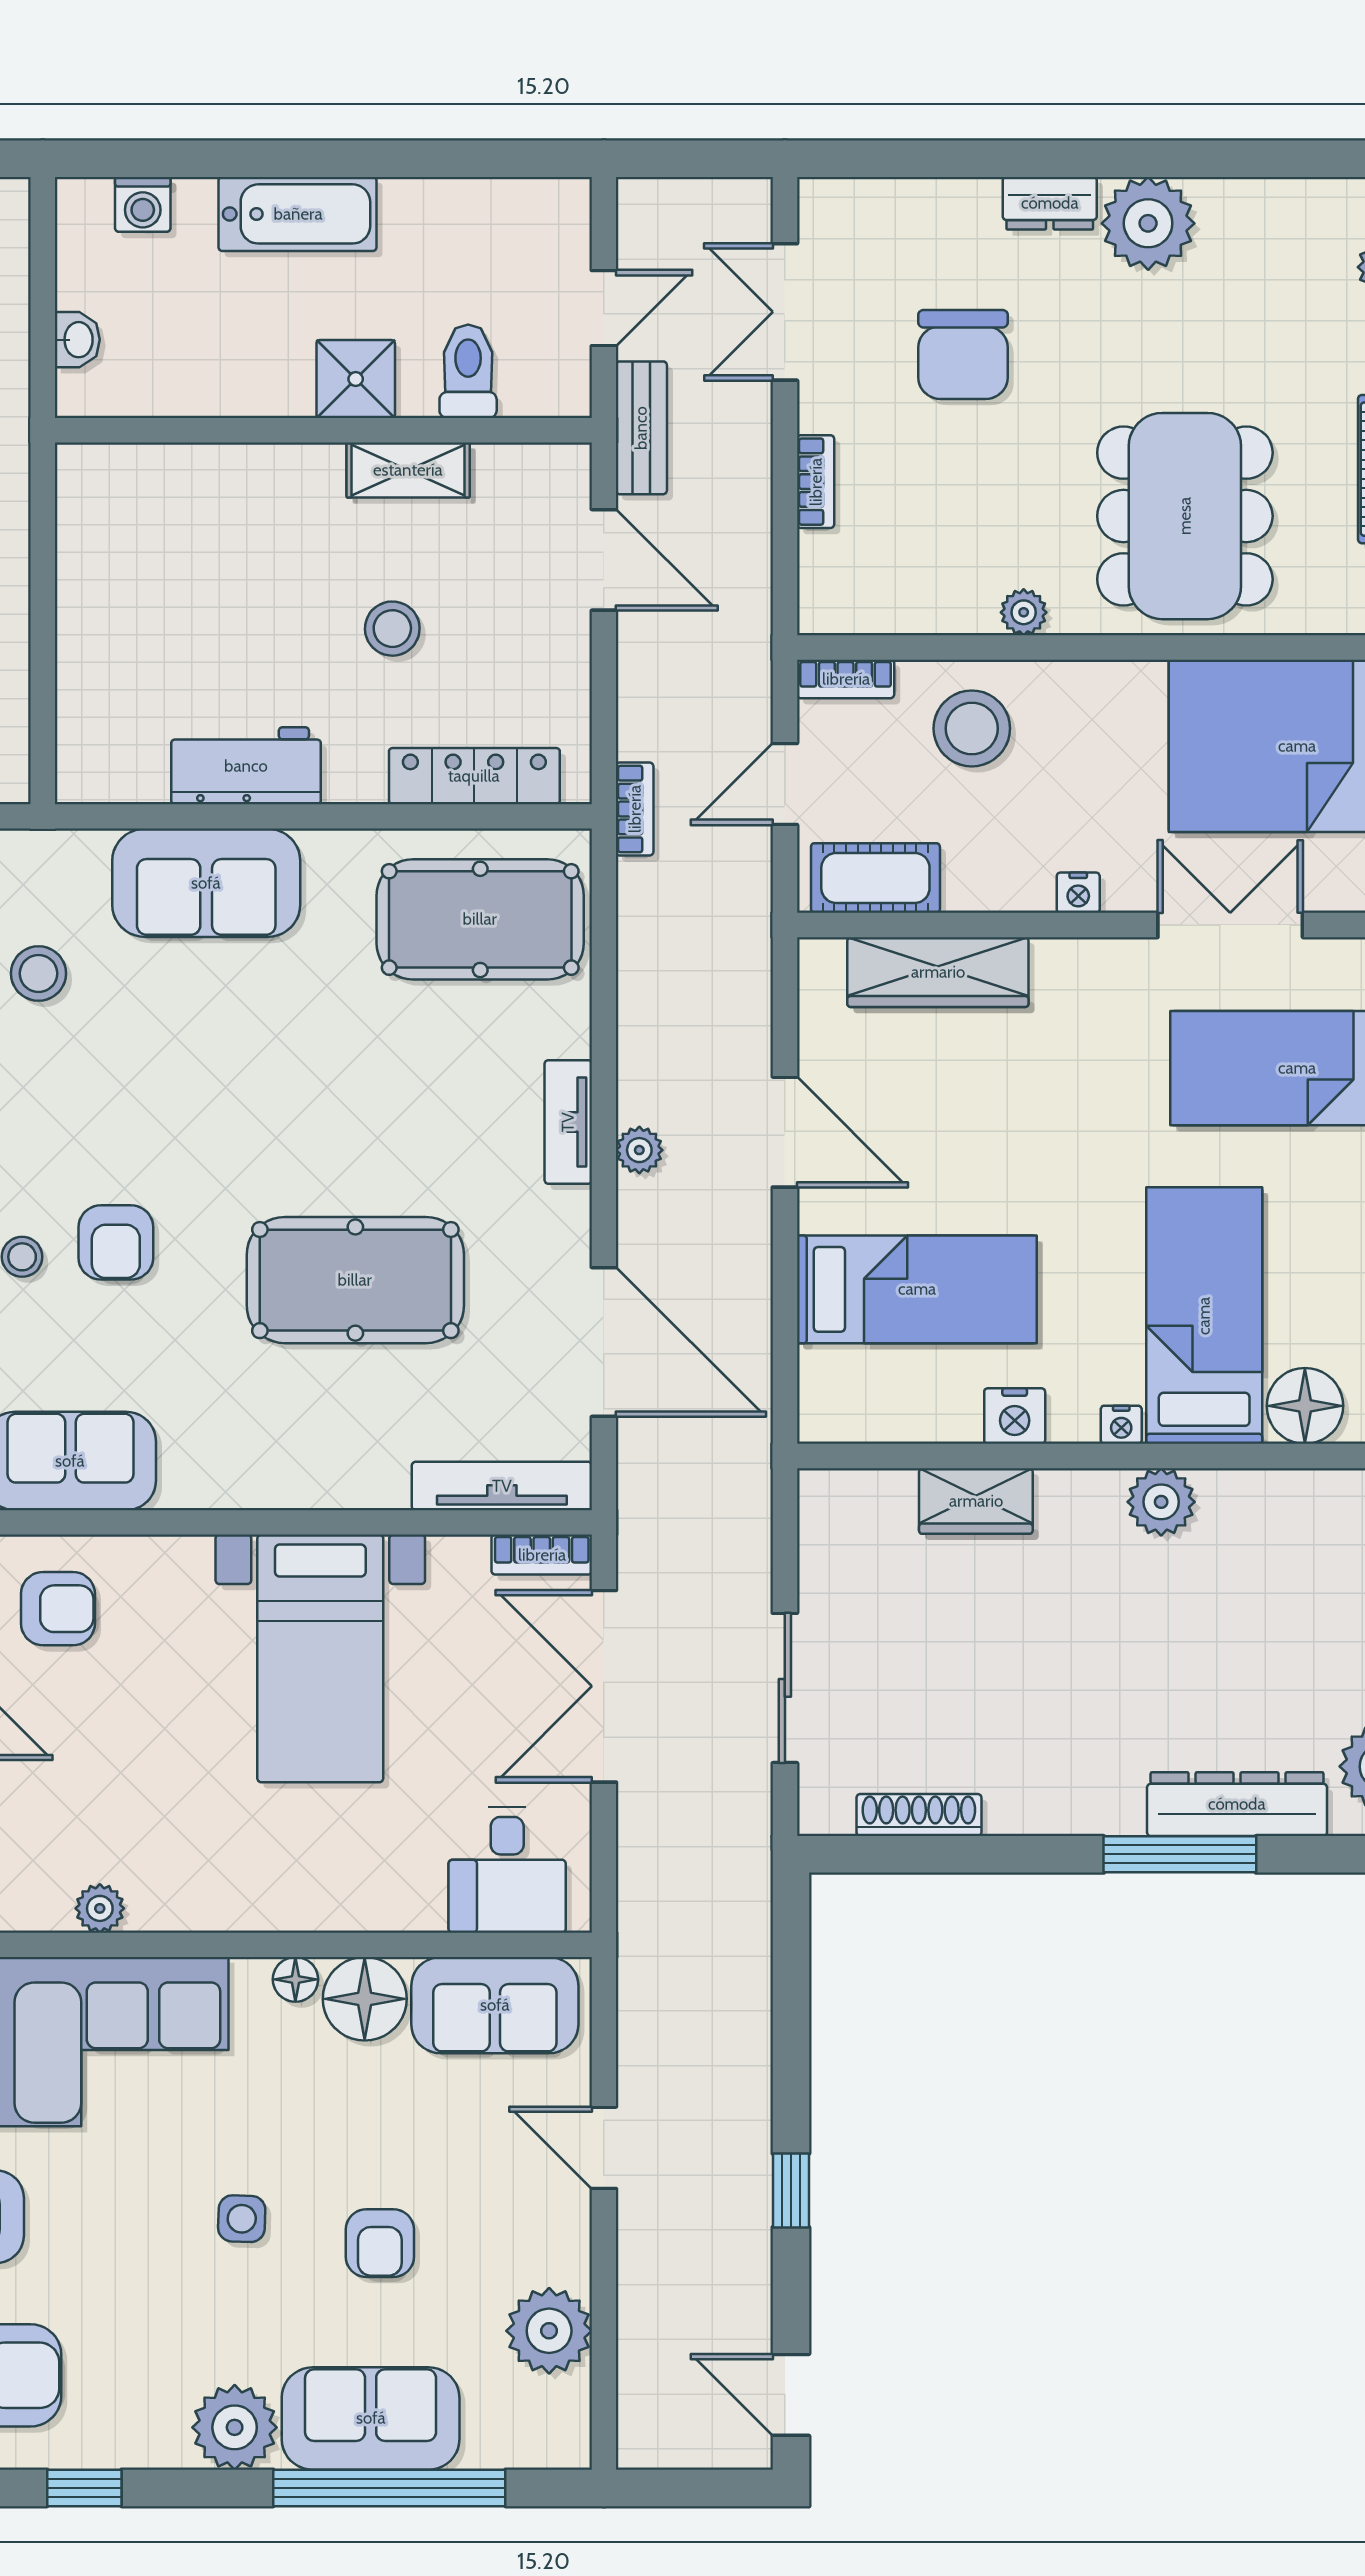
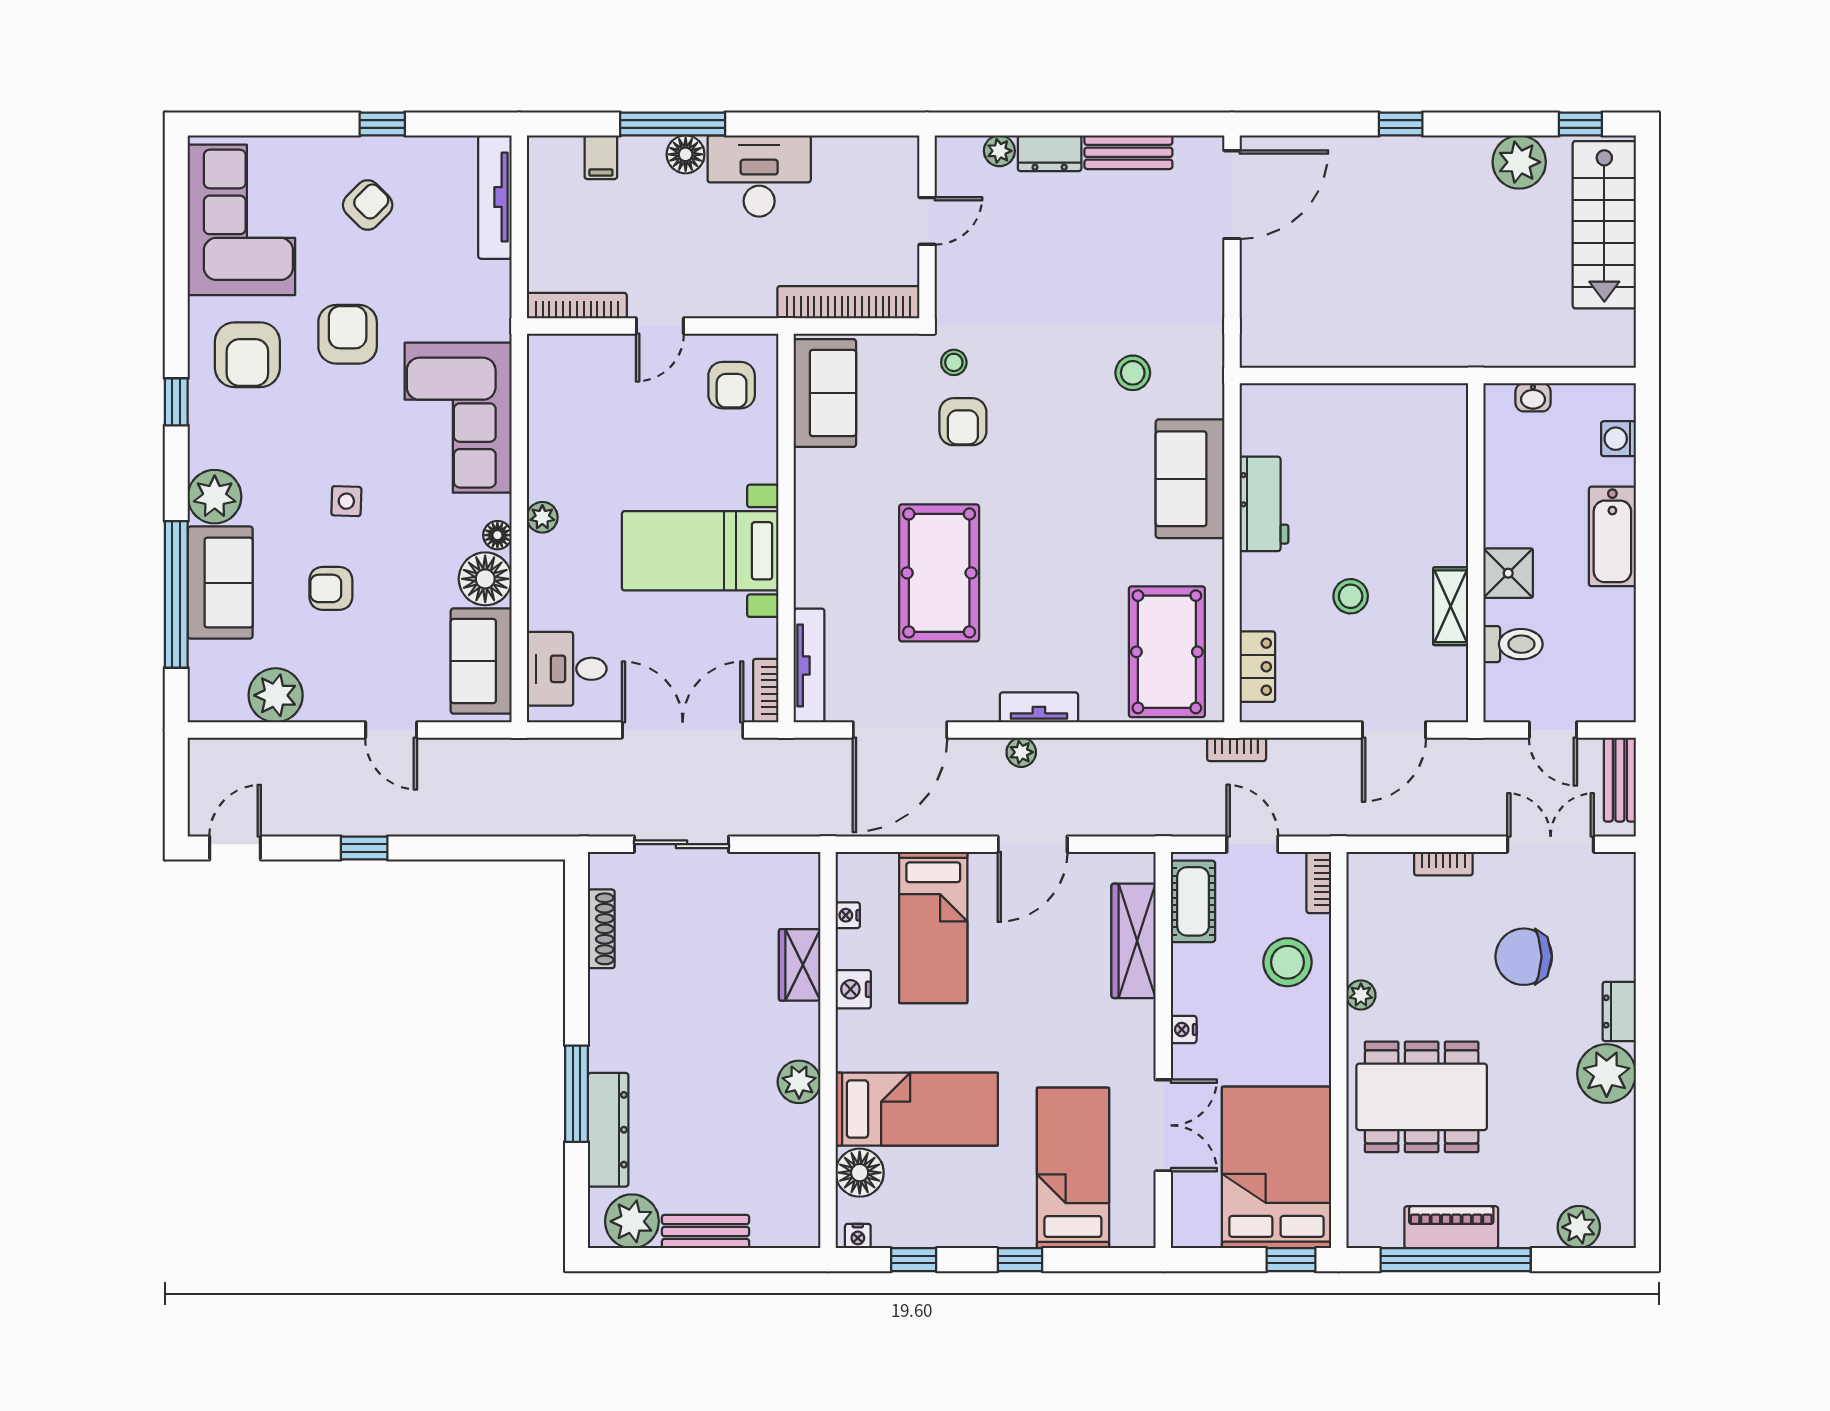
bench: (641, 428) -> (1620, 780), moved, turned 90
locker: (474, 776) -> (1257, 667), width x0.66
armchair: (116, 1242) -> (963, 422), turned -90
nightstand: (1121, 1425) -> (848, 915), moved
plant: (100, 1908) -> (542, 517), moved
door: (604, 2148) -> (391, 730), swing flipped

